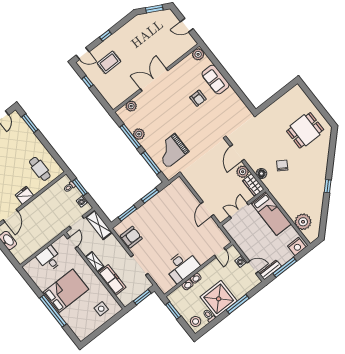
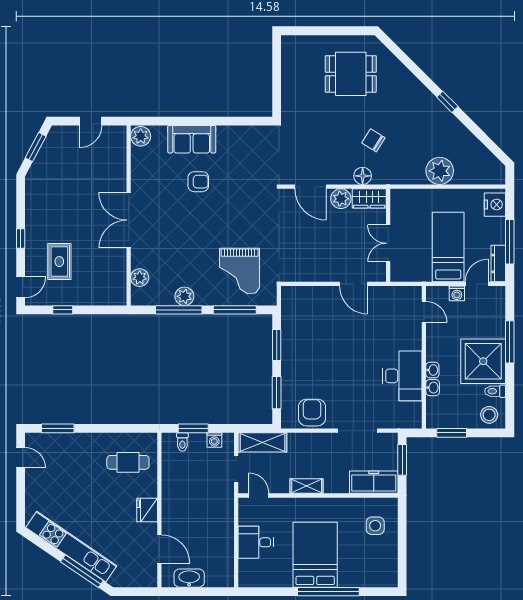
dining table: (305, 130) -> (351, 74), turned 90
bed: (271, 213) -> (448, 247), moved, turned -90
plant: (303, 222) -> (440, 171), moved
freezer: (112, 280) -> (374, 482), moved

